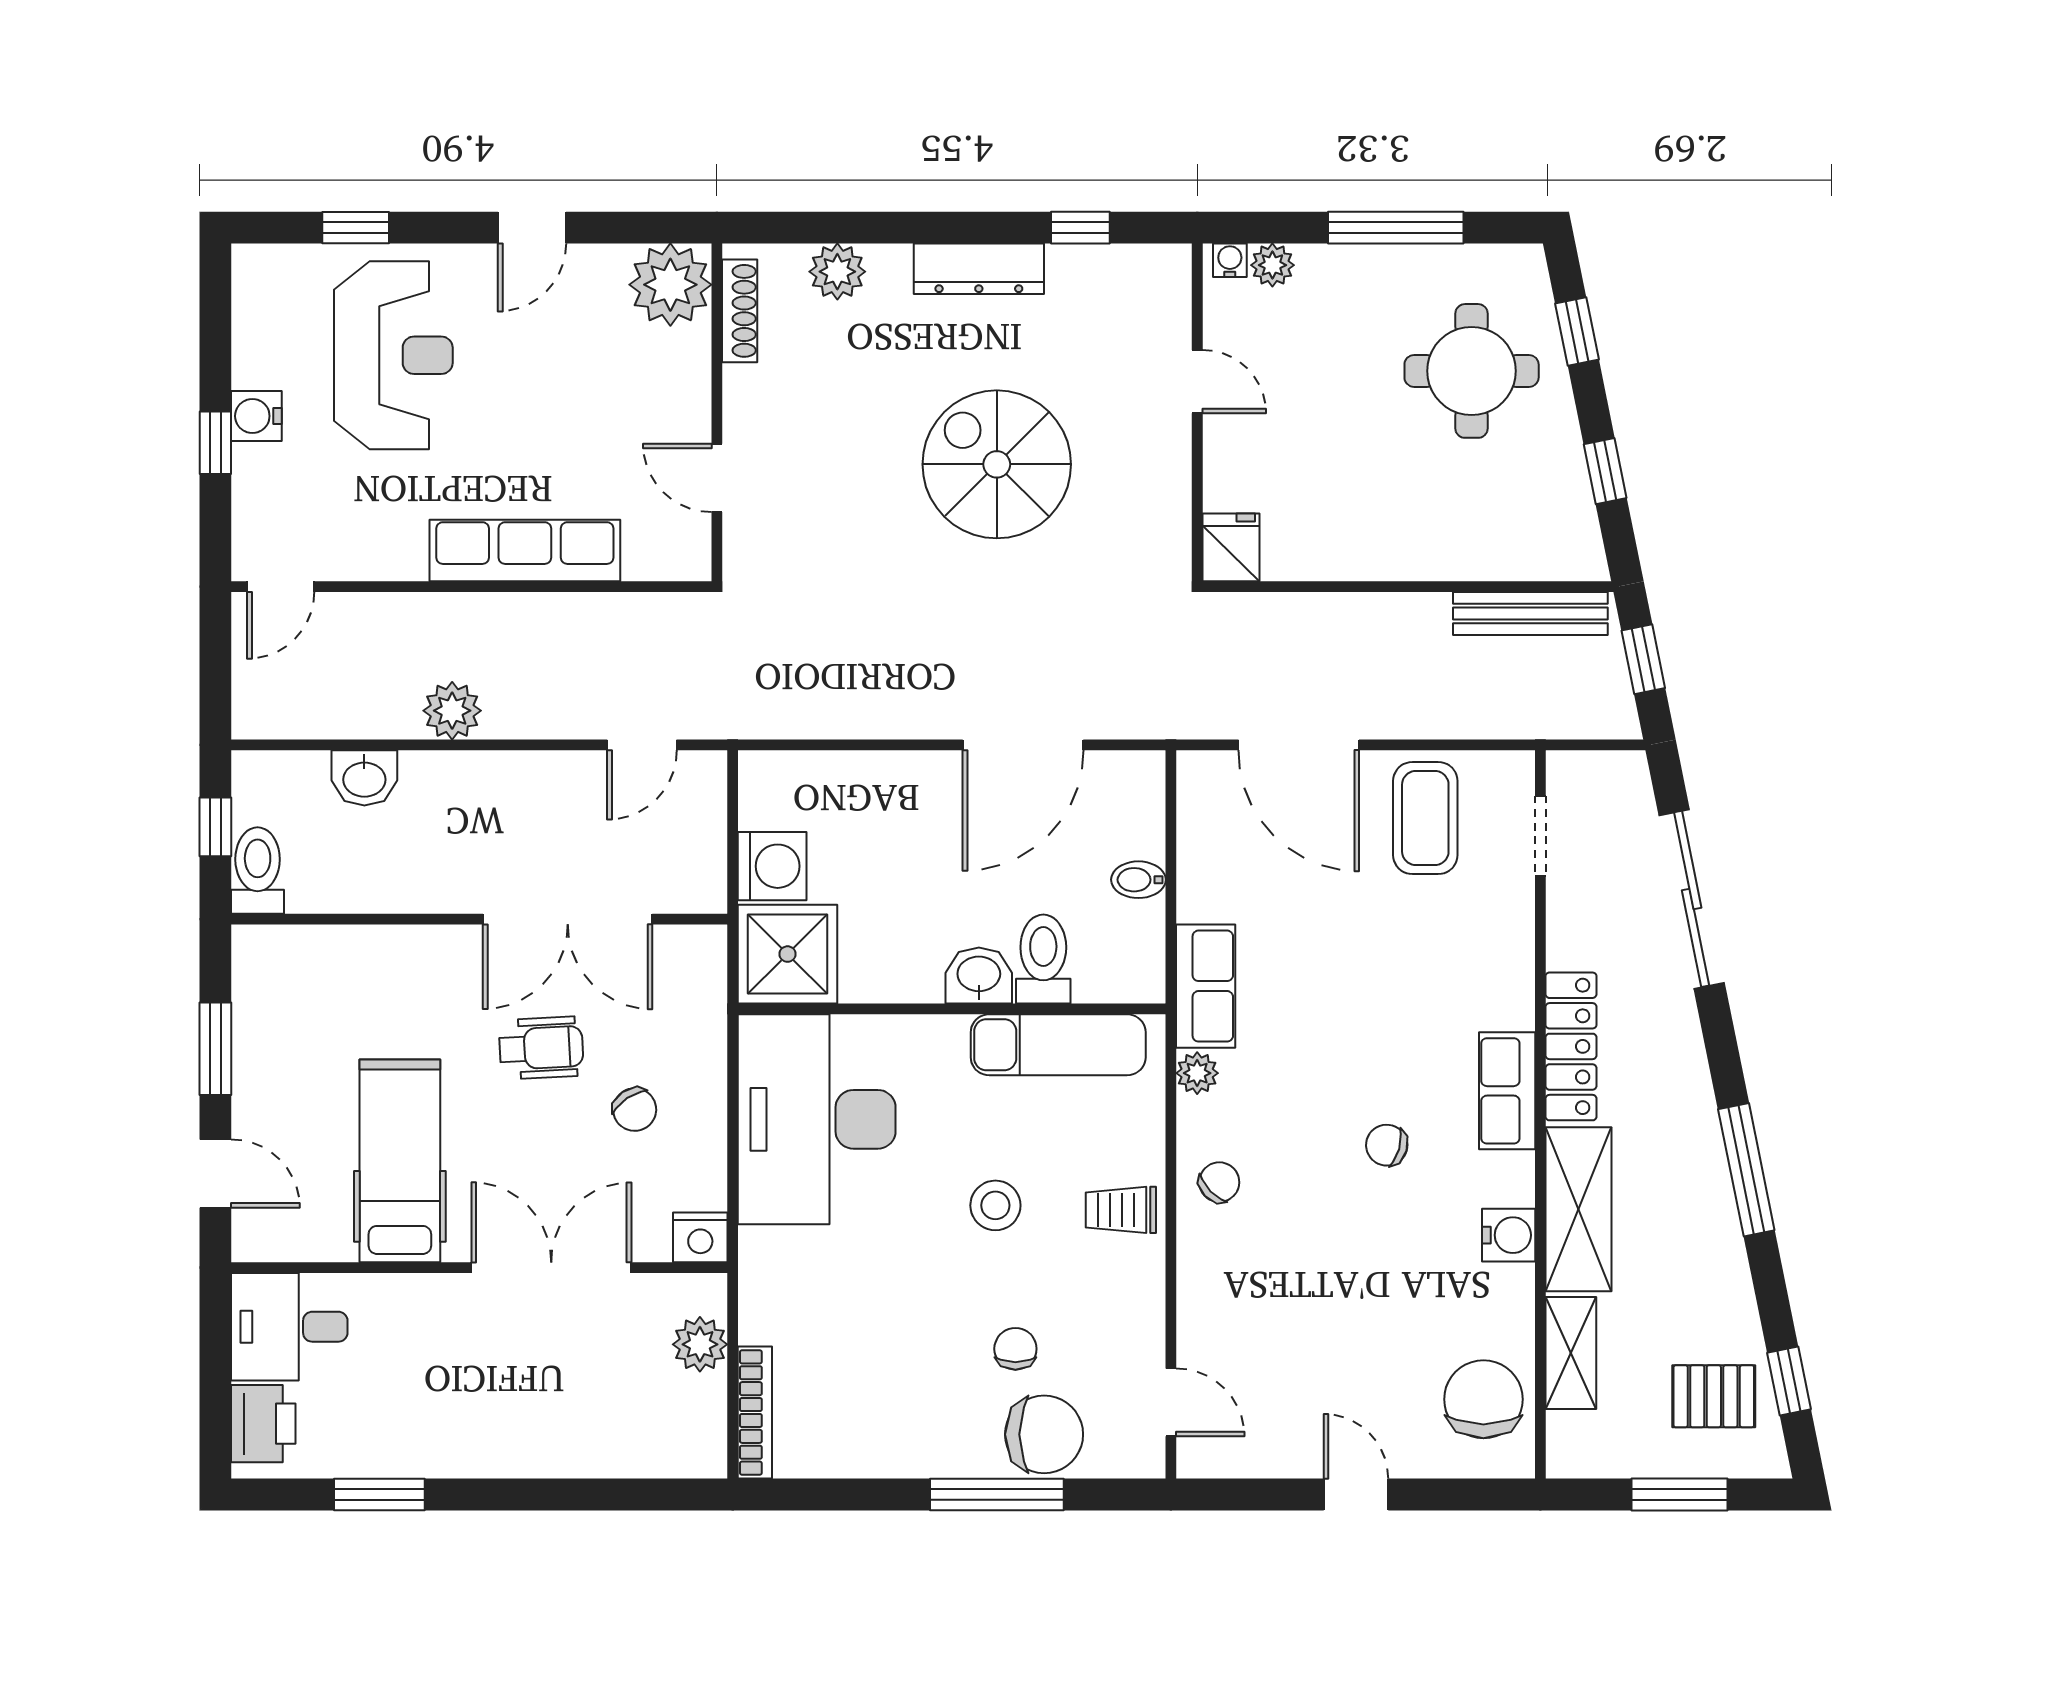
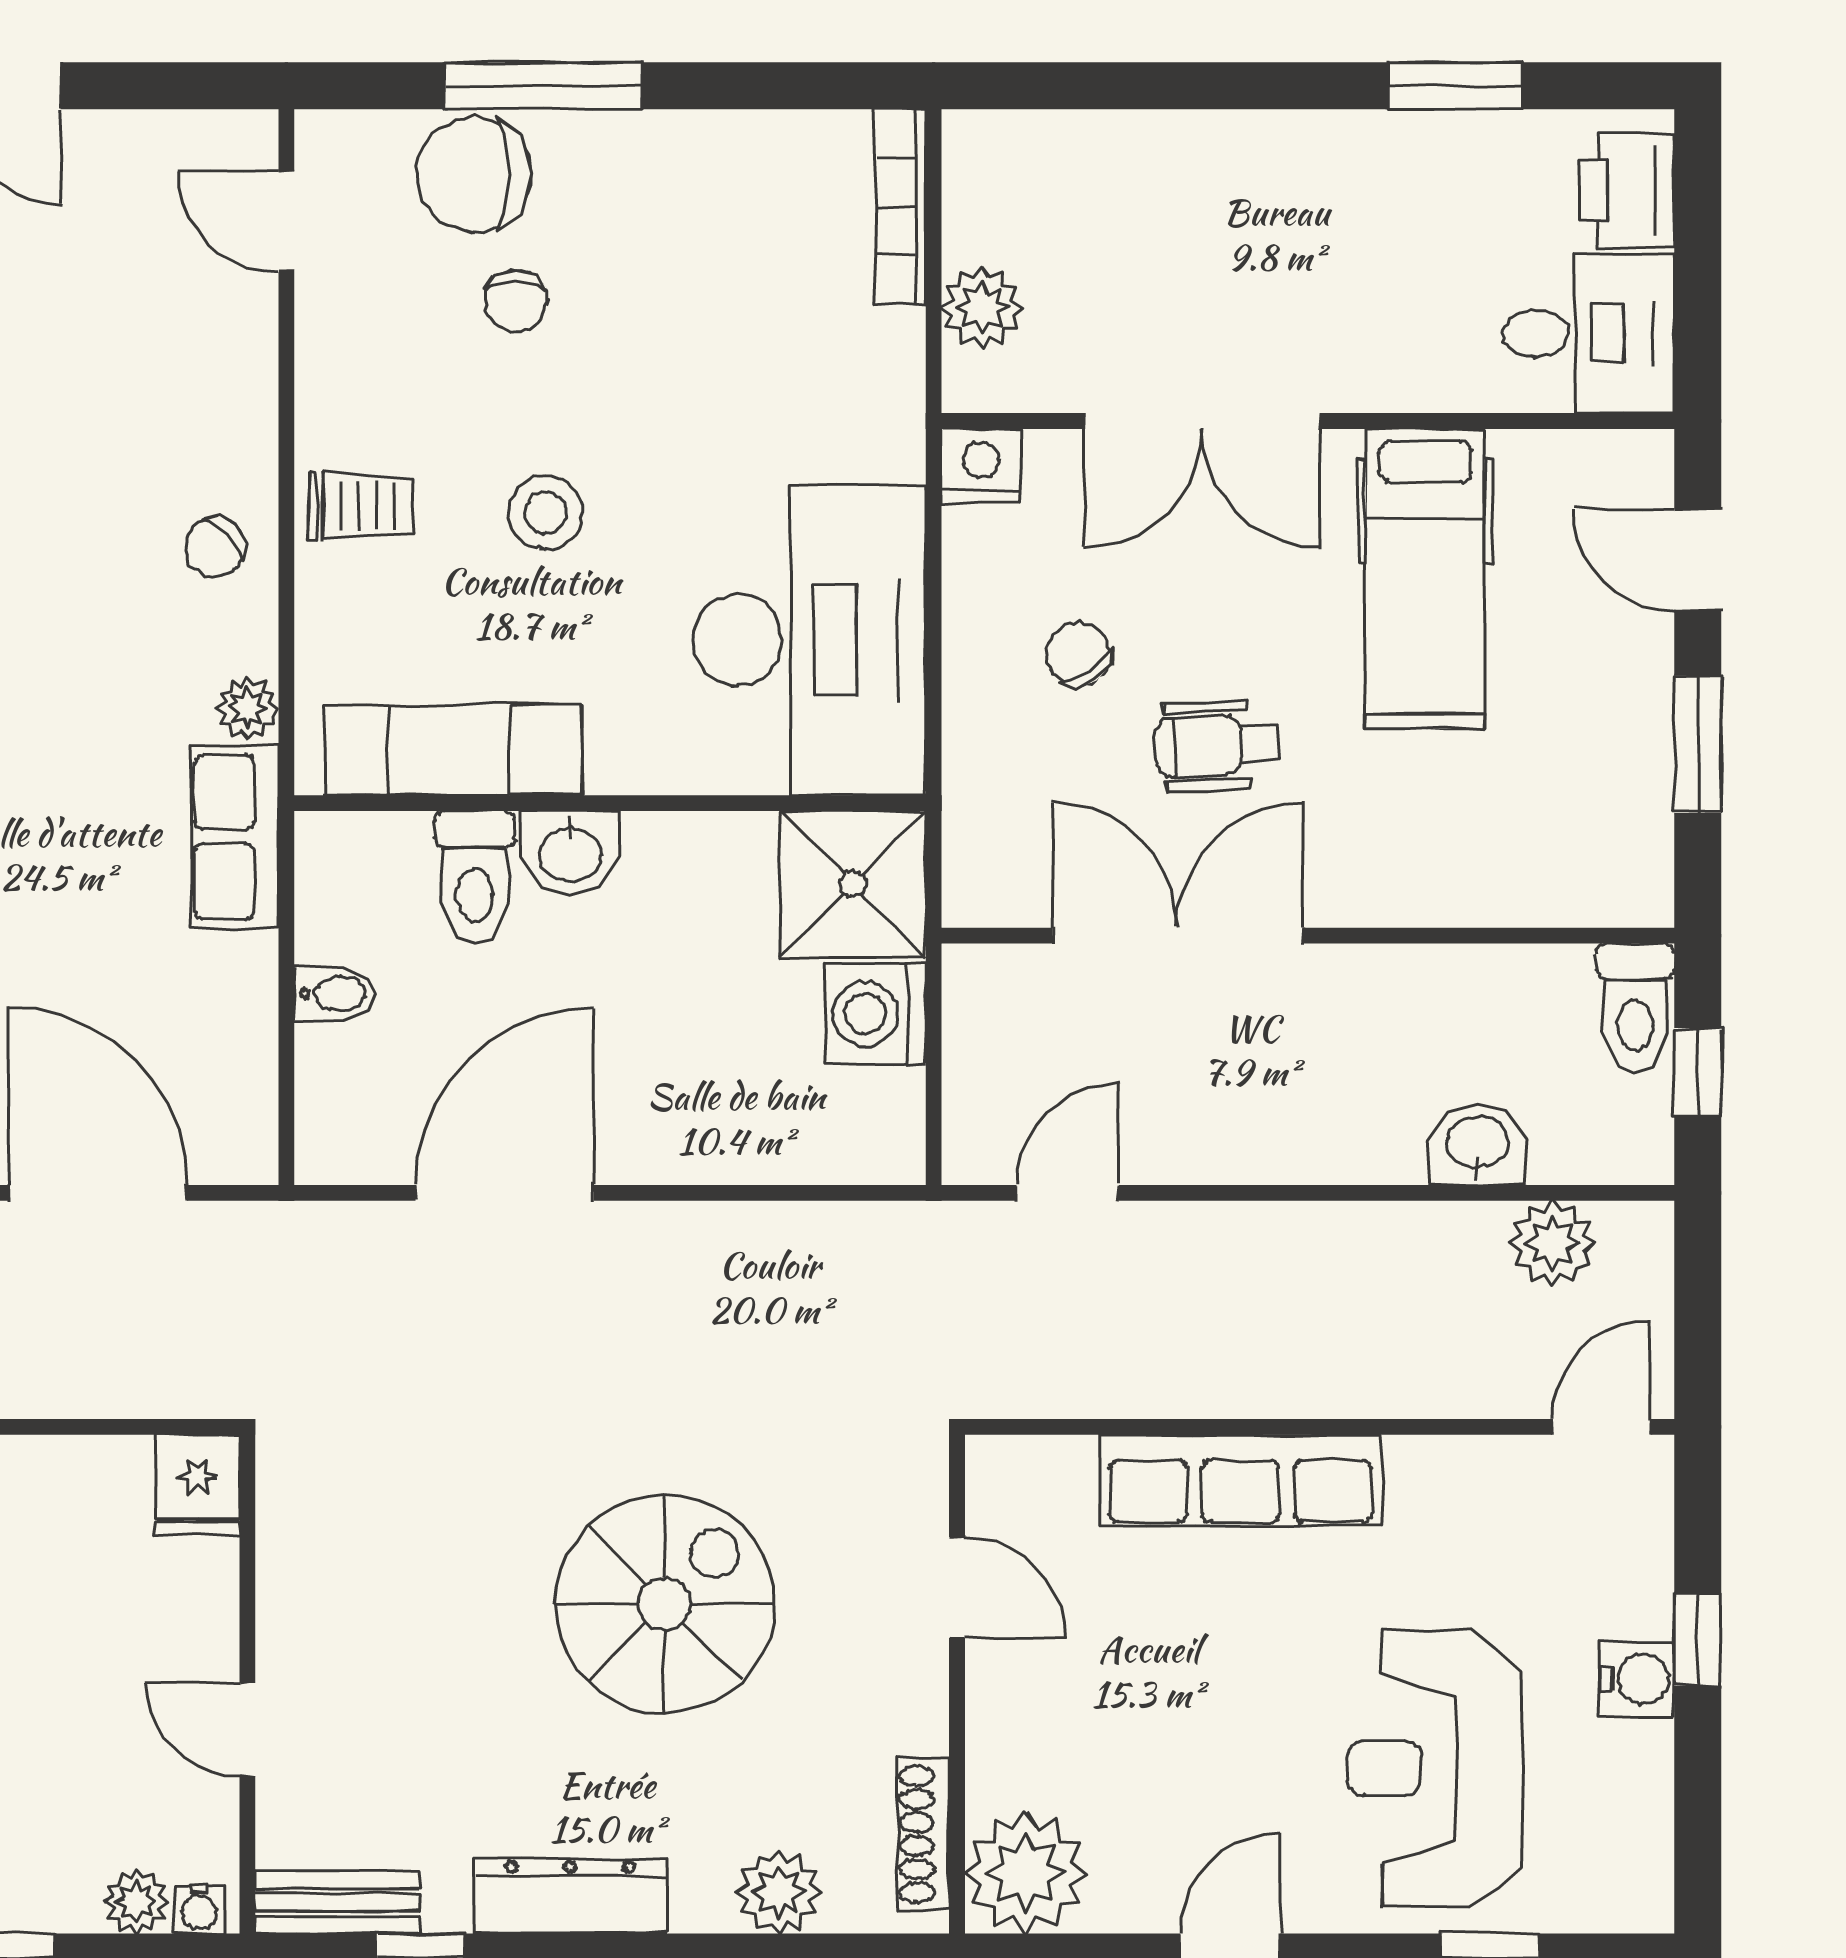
bench: (1136, 265) -> (337, 1902), added
spiral stairs: (997, 464) -> (664, 1604), moved, turned -90
plant: (452, 711) -> (1552, 1243), moved

